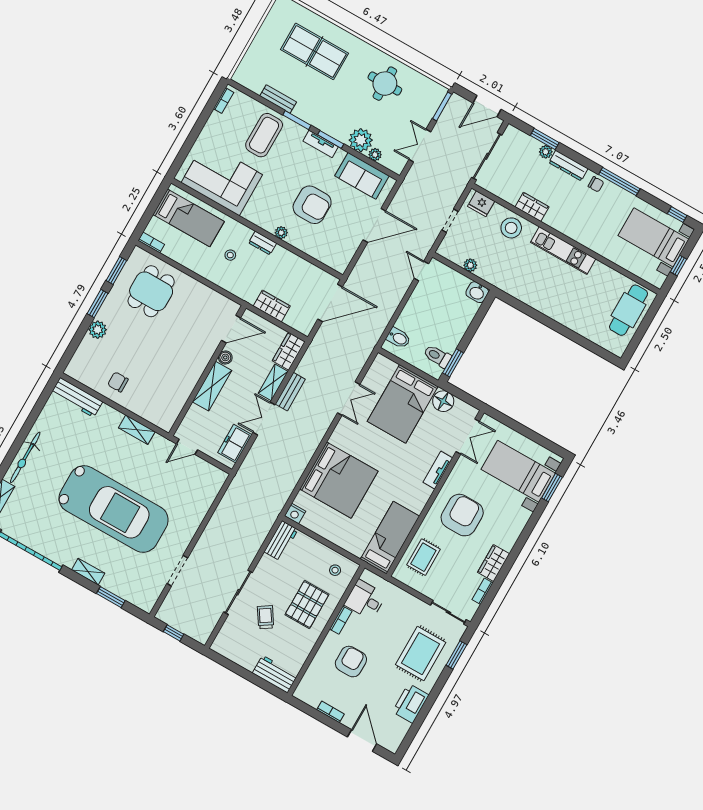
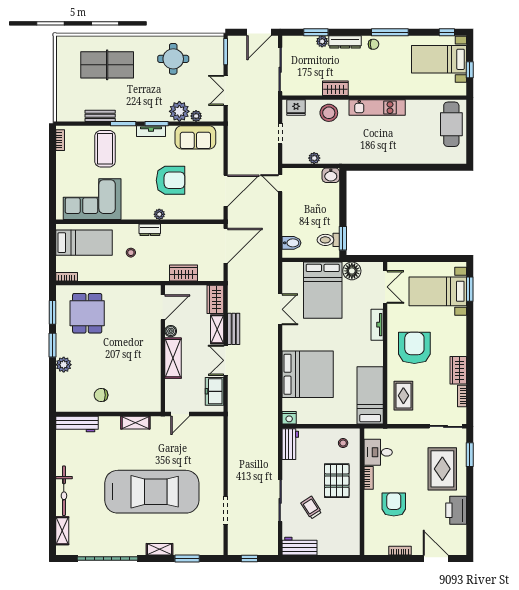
door: (374, 225) -> (226, 191), moved
workbench: (275, 674) -> (300, 546), moved

